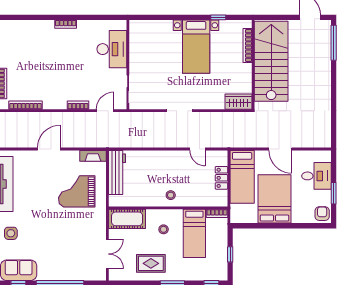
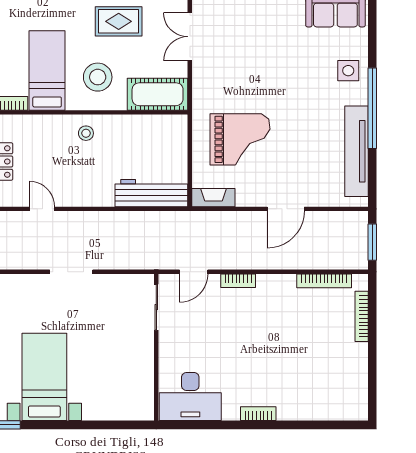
desk: (112, 49) -> (190, 396), moved, turned -90
workbench: (117, 172) -> (151, 193), moved, turned 90
stool: (164, 229) -> (98, 77), width x1.89, depth x1.89

